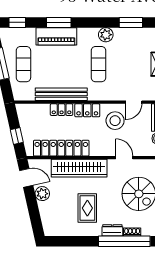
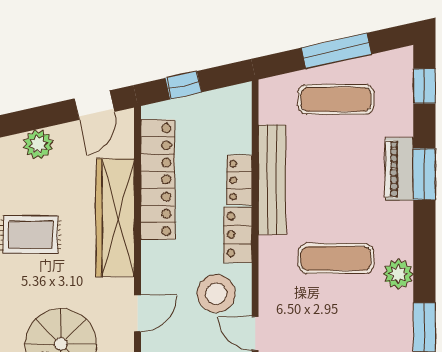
piano: (56, 36) -> (399, 169), width x0.73, depth x0.75
plant: (42, 194) -> (38, 144), moved

